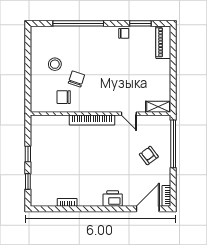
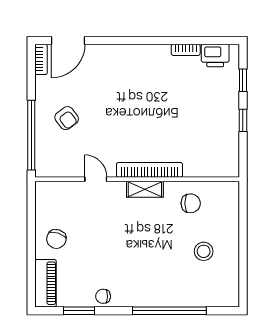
chair: (76, 79) -> (56, 239), moved
shelving: (158, 107) -> (145, 189), moved
printer: (113, 198) -> (215, 55), moved

